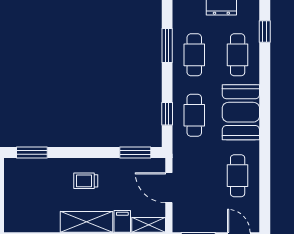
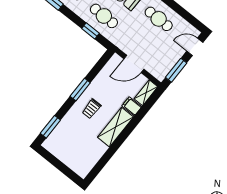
window: (135, 153) -> (80, 90), moved

